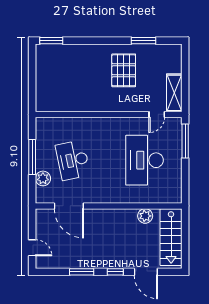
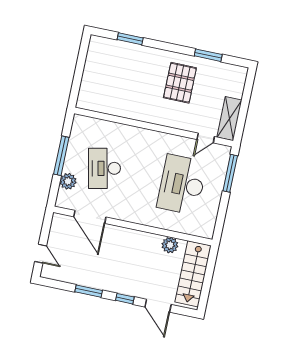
window: (51, 41) -> (130, 39), moved

